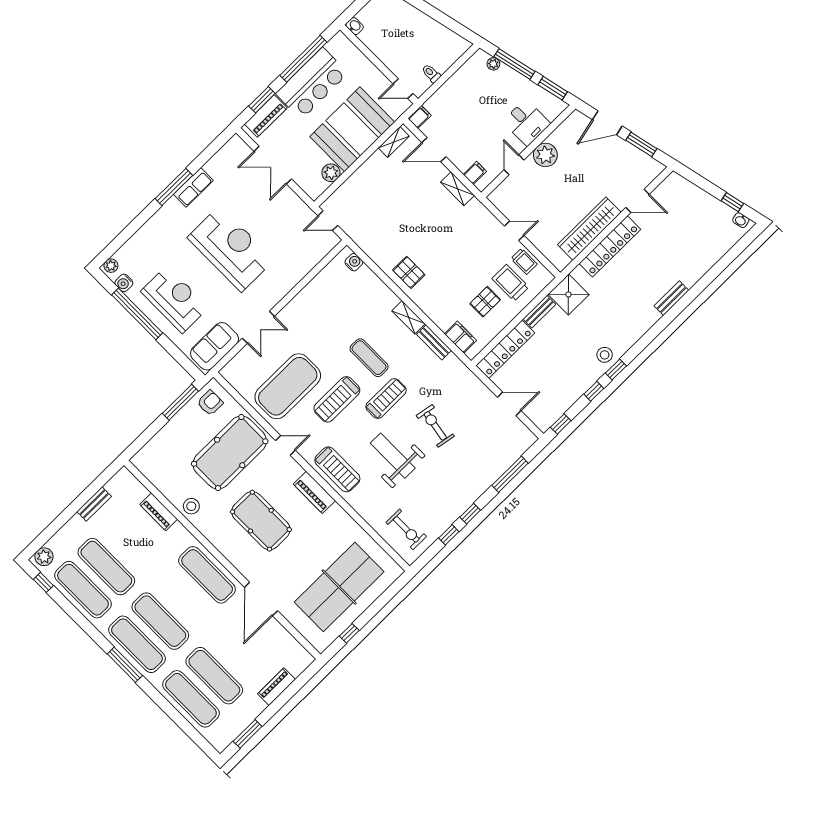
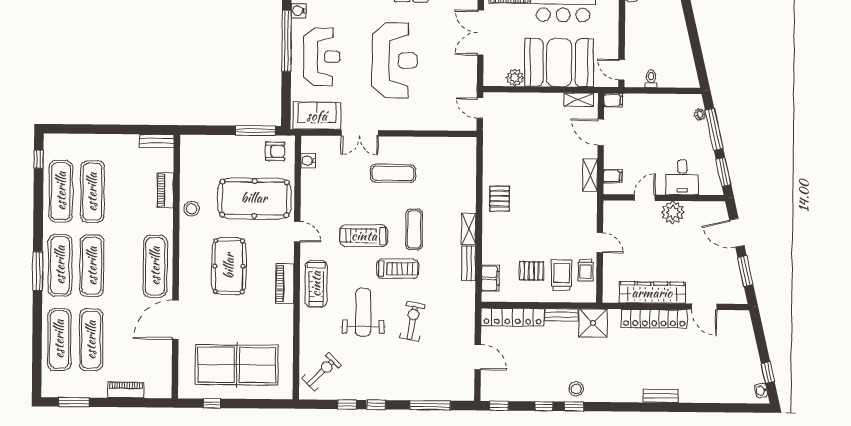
water cooler: (354, 262) -> (308, 161), moved, turned 180
exercise mat: (288, 386) -> (393, 173), moved, width x0.50, depth x0.69
bench: (94, 504) -> (157, 141), moved
exercise bike: (406, 529) -> (322, 372), turned -135
plant: (44, 557) -> (57, 142), removed

